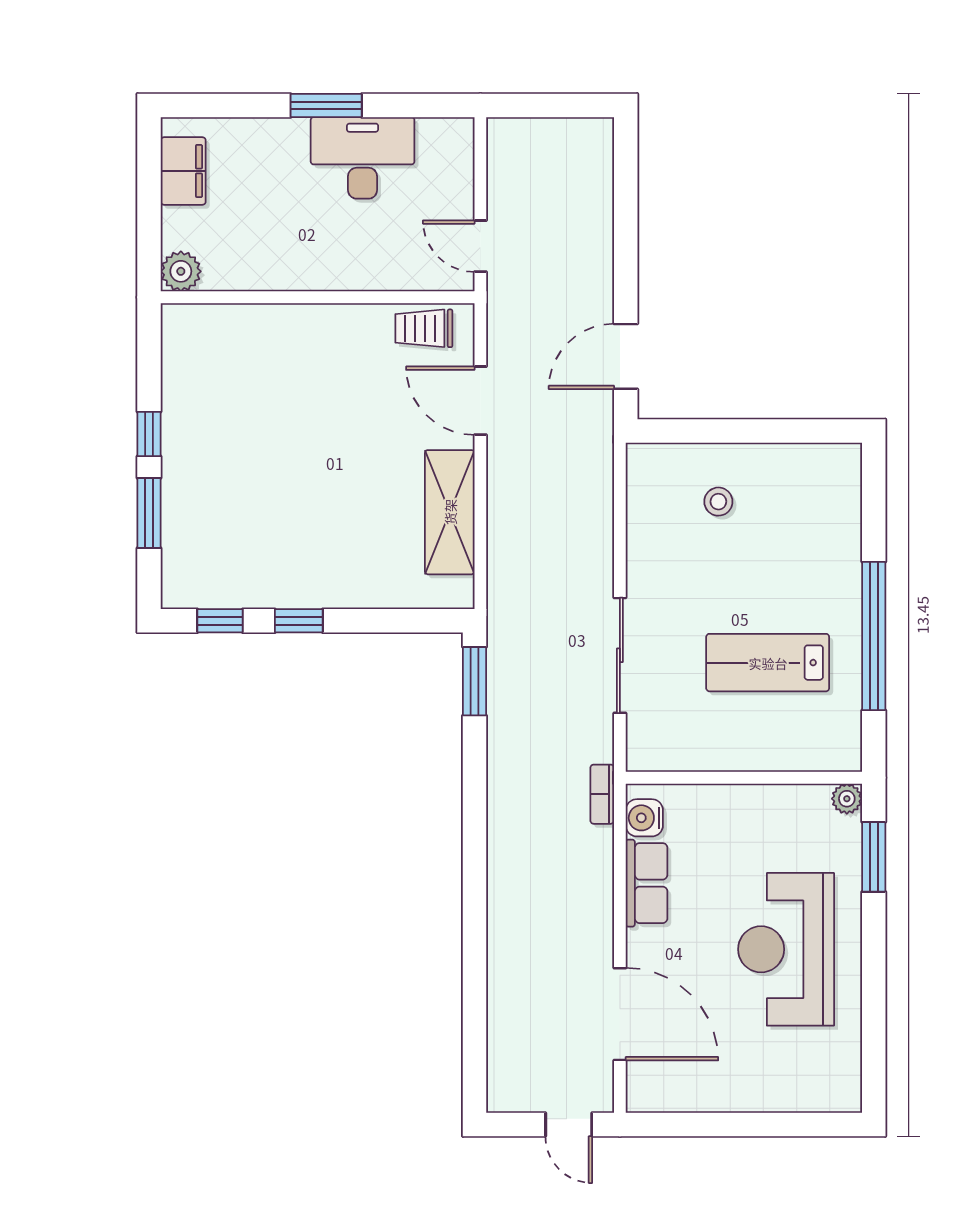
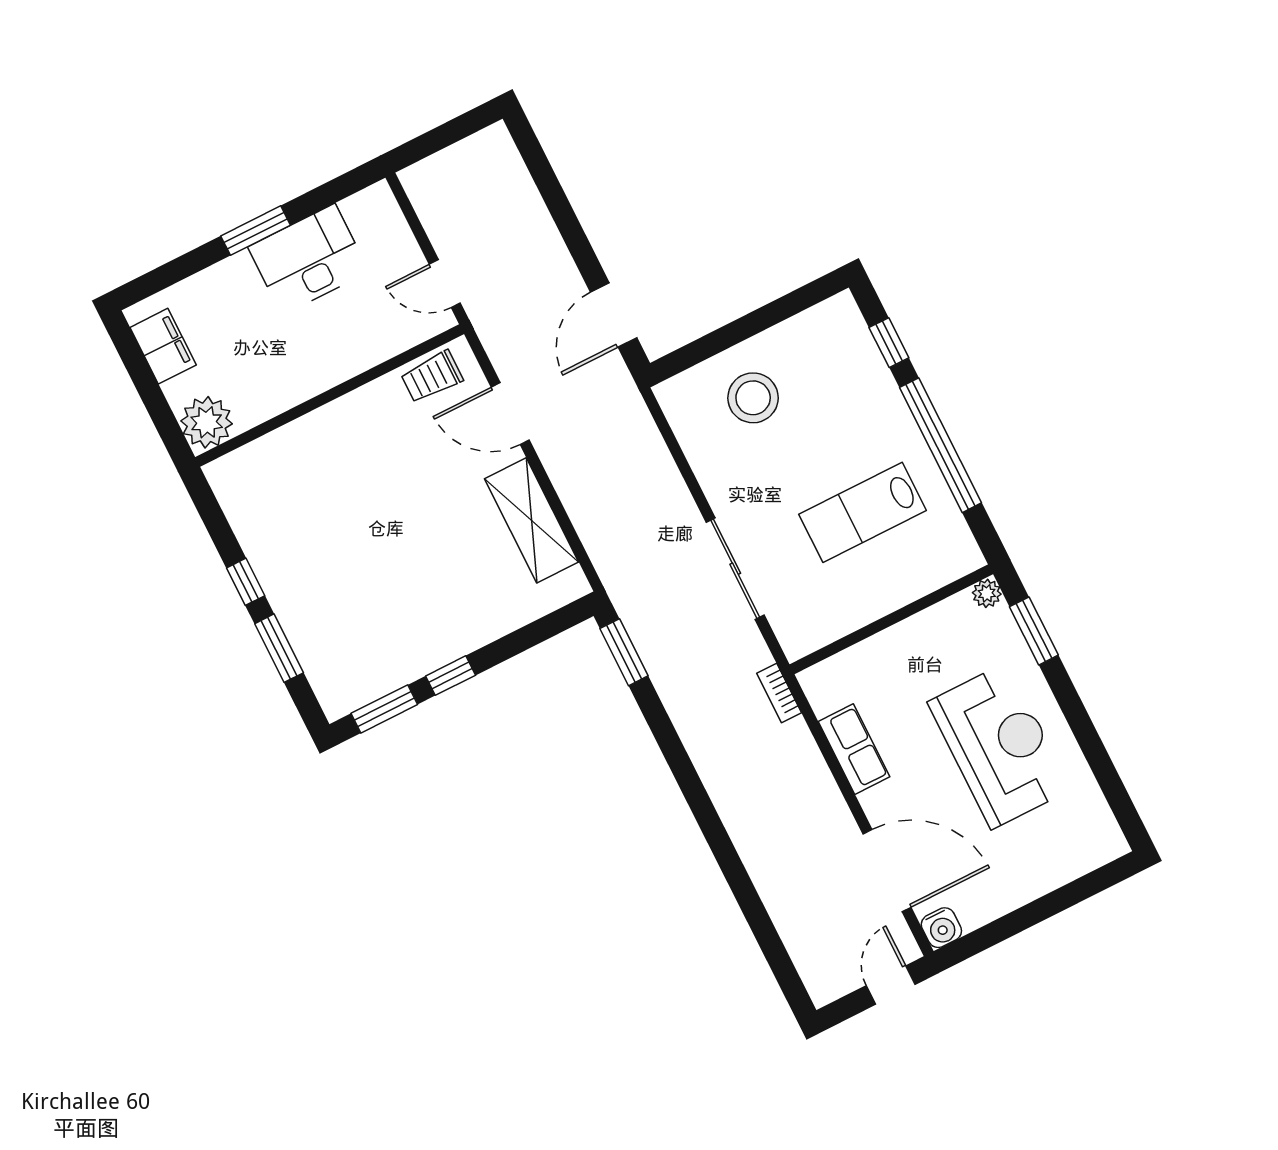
plant: (181, 271) -> (207, 422), width x1.36, depth x1.36
stool: (718, 502) -> (753, 398), width x1.89, depth x1.89
window: (874, 514) -> (889, 343), added
window: (220, 621) -> (384, 709), width x1.50
water cooler: (644, 818) -> (941, 928), moved, turned -90
reception desk: (786, 949) -> (999, 746), turned 180
door: (569, 1125) -> (891, 985), swing flipped

